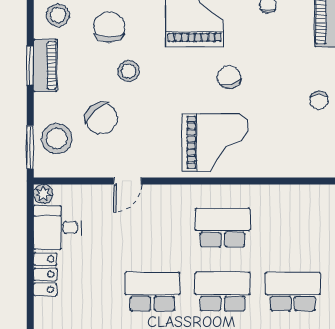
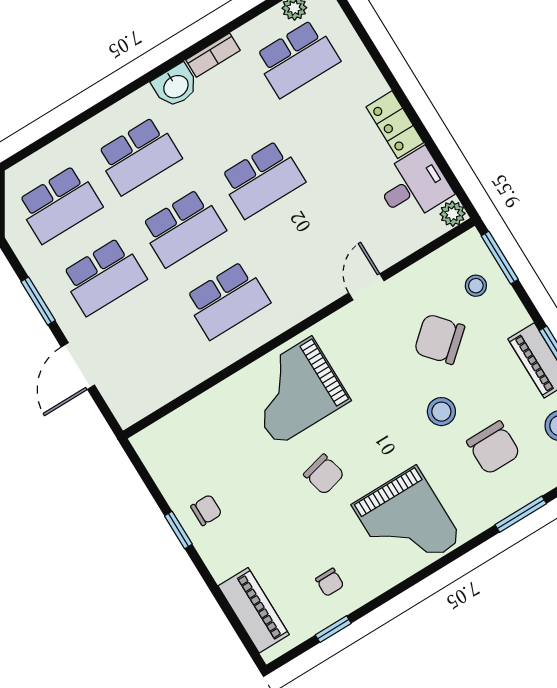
chair: (319, 100) -> (206, 510), turned 92
stool: (57, 139) -> (476, 286), width x0.53, depth x0.53

